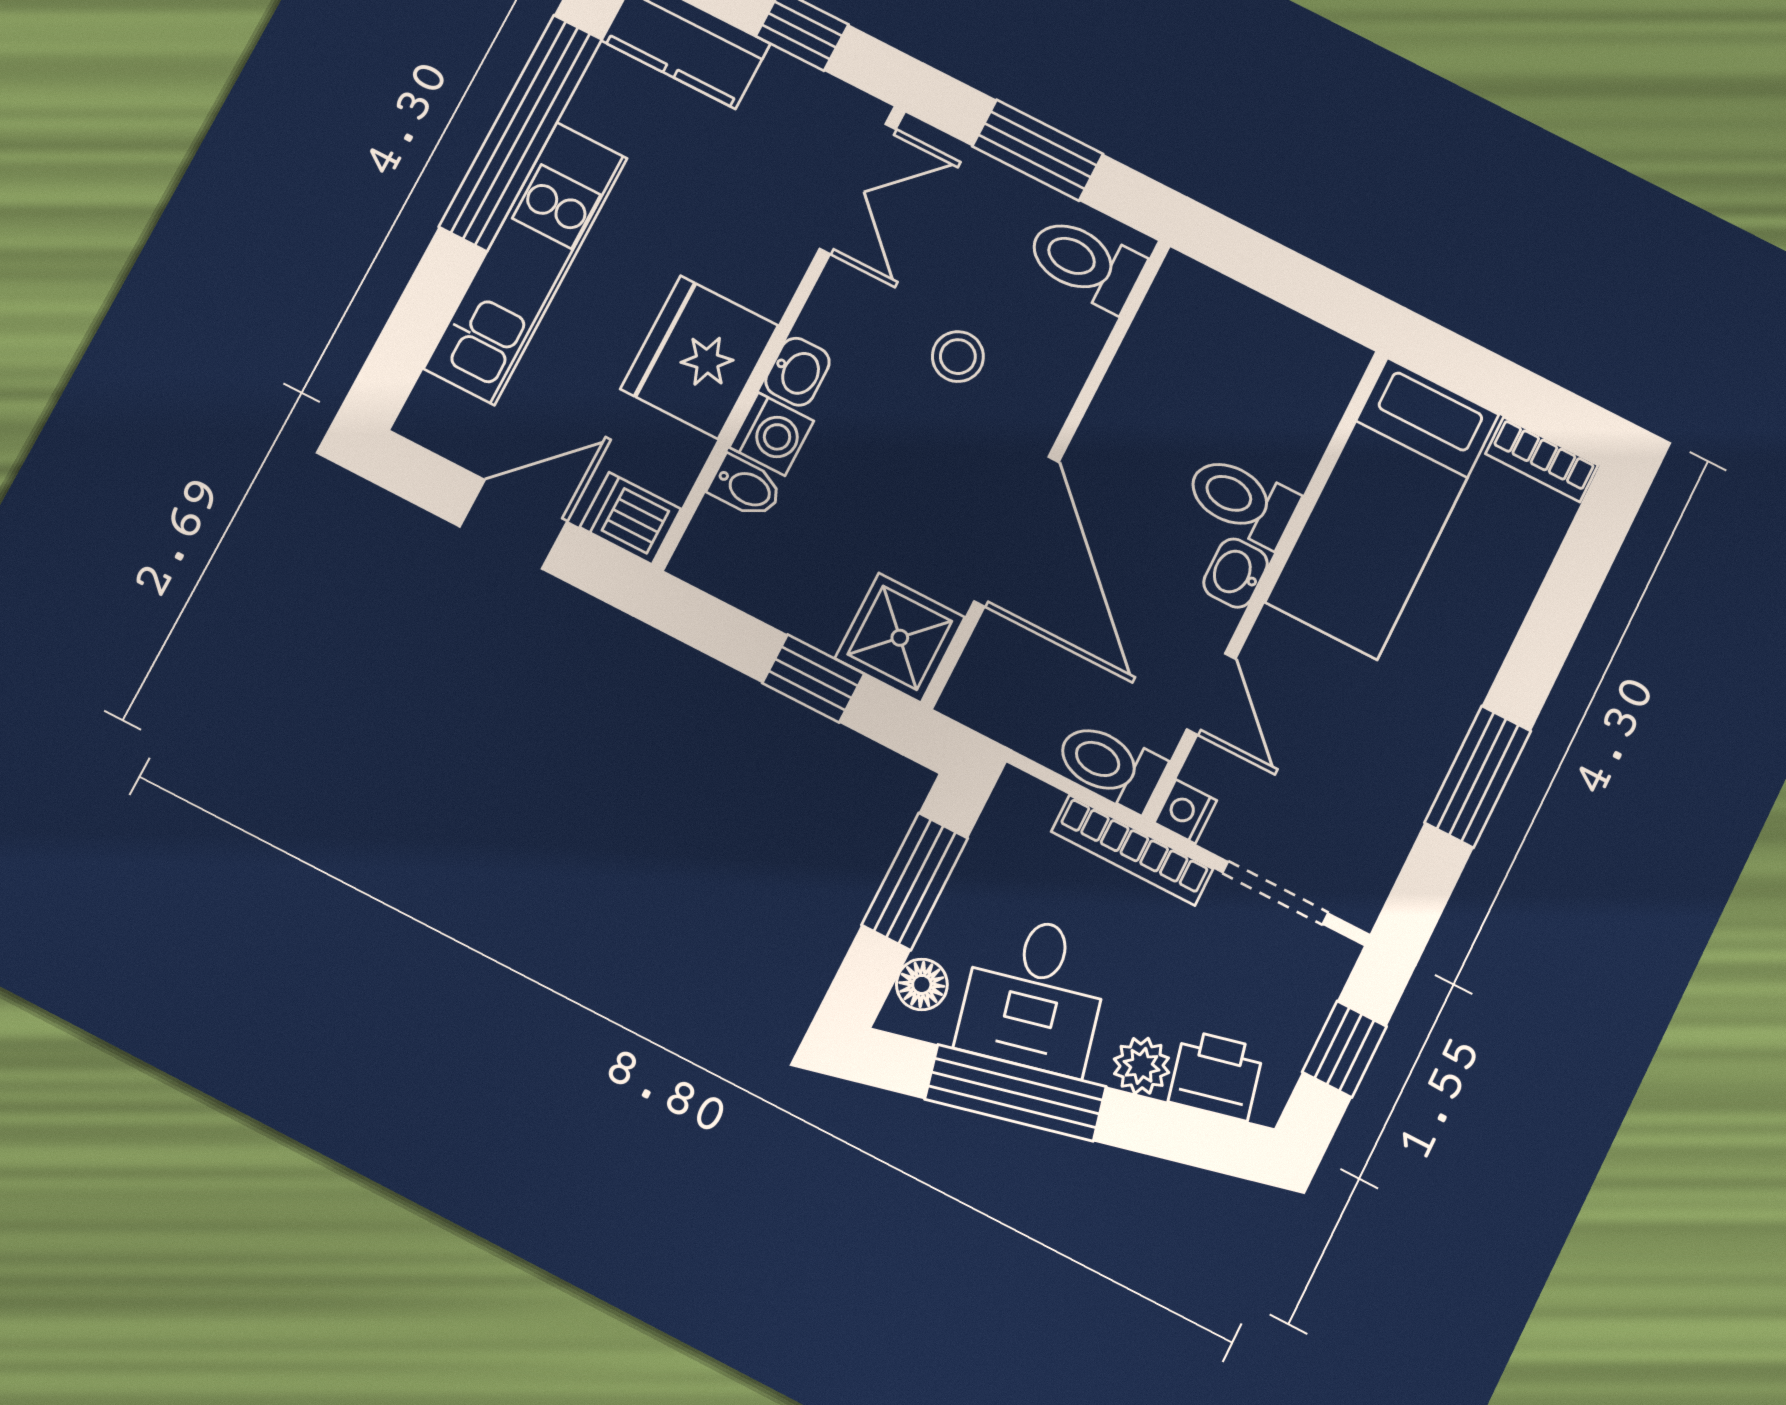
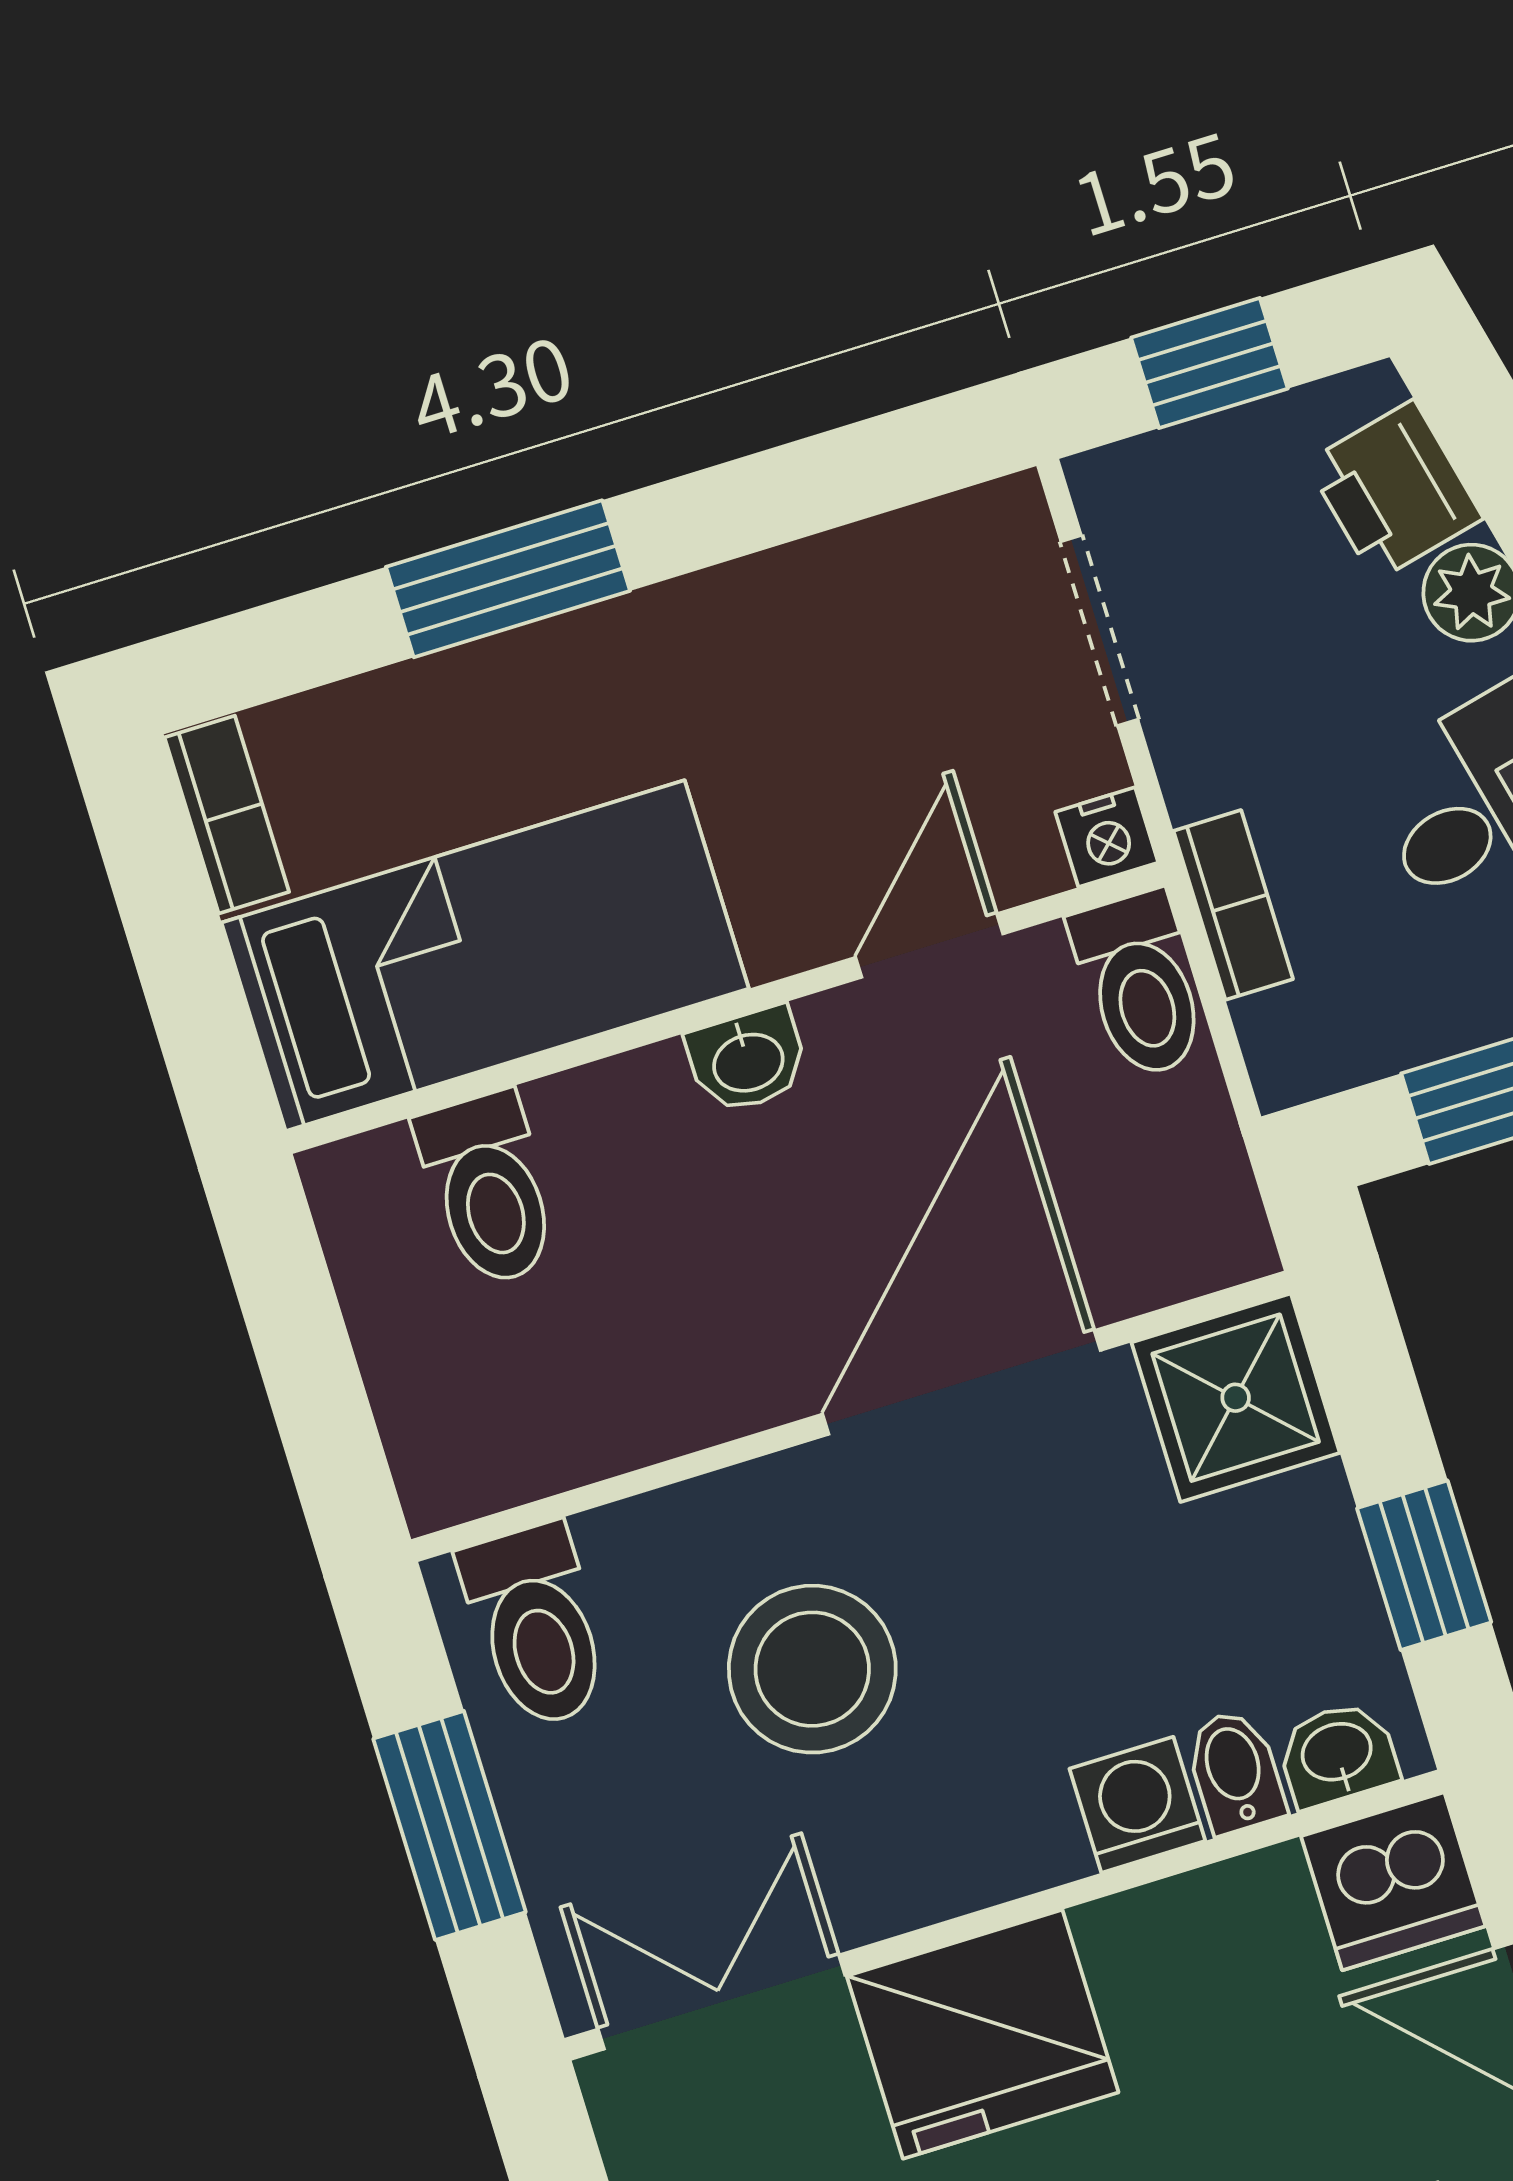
fridge: (699, 357) -> (983, 2034), moved
stool: (958, 357) -> (812, 1669), width x1.89, depth x1.89
washbasin: (797, 372) -> (1337, 1754), moved
toilet: (1242, 500) -> (488, 1189), moved
dishwasher: (630, 518) -> (1393, 1881), width x1.38
window: (813, 678) -> (1424, 1565), moved
window: (1478, 777) -> (508, 579), moved
bookcase: (1132, 850) -> (1233, 905), width x0.64

